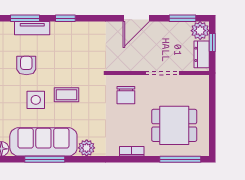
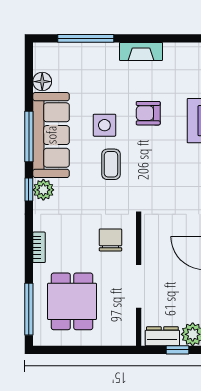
armchair: (26, 66) -> (148, 113), turned 180
chair: (126, 95) -> (110, 240), turned 90
window: (86, 159) -> (29, 190), added

